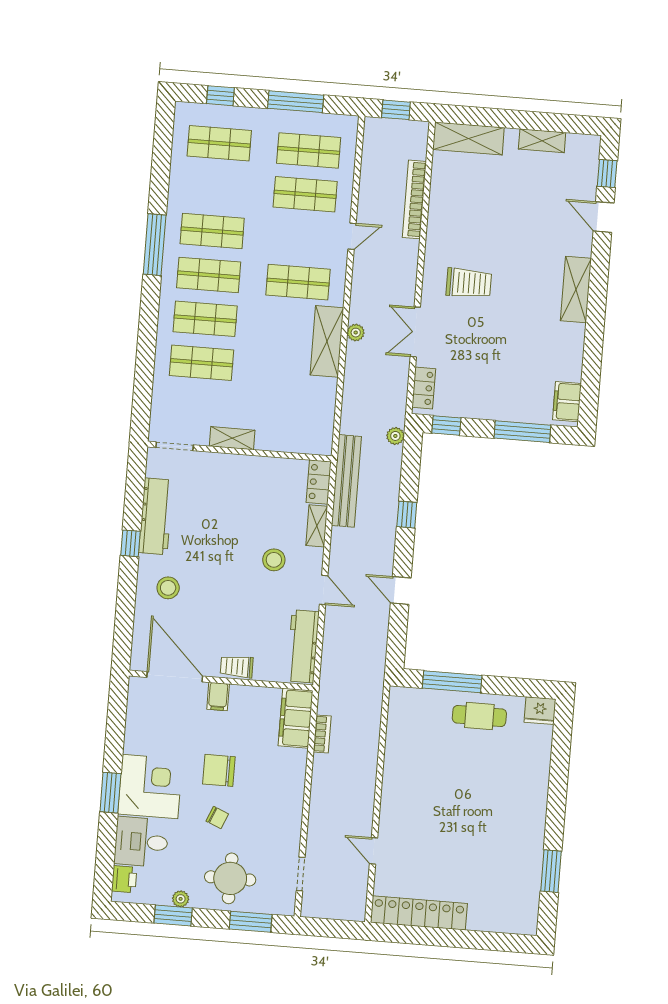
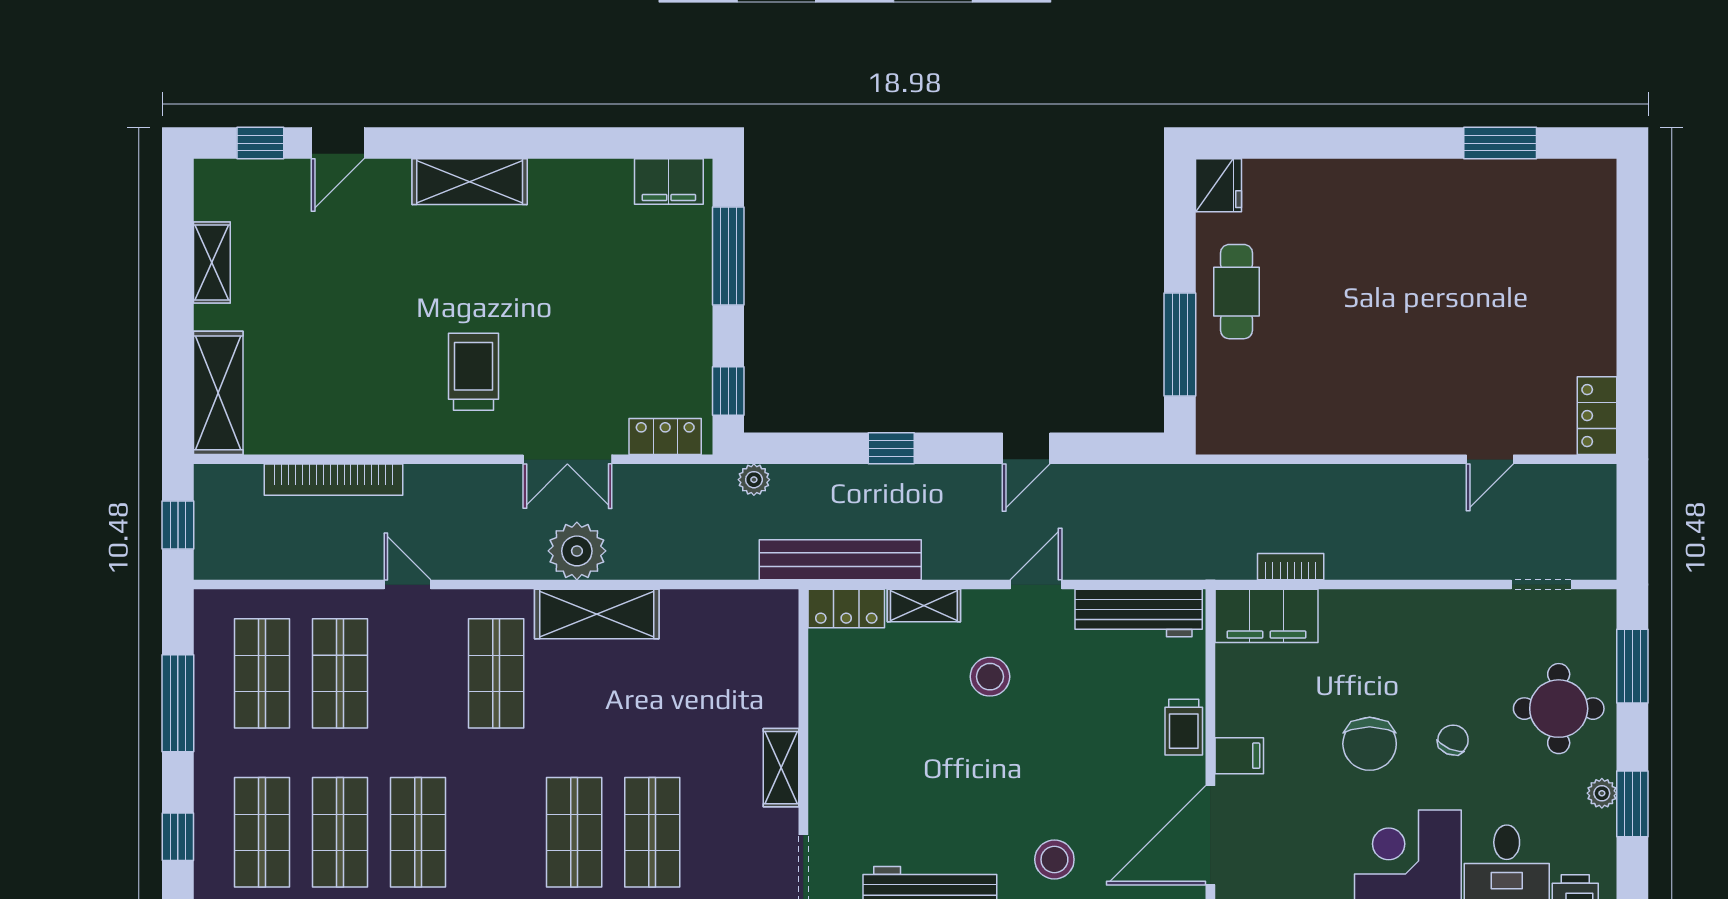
shop shelf: (209, 275) -> (340, 832), moved
plant: (356, 333) -> (577, 551), width x1.88, depth x1.88
locker: (419, 913) -> (1597, 416), width x0.46, depth x0.83

